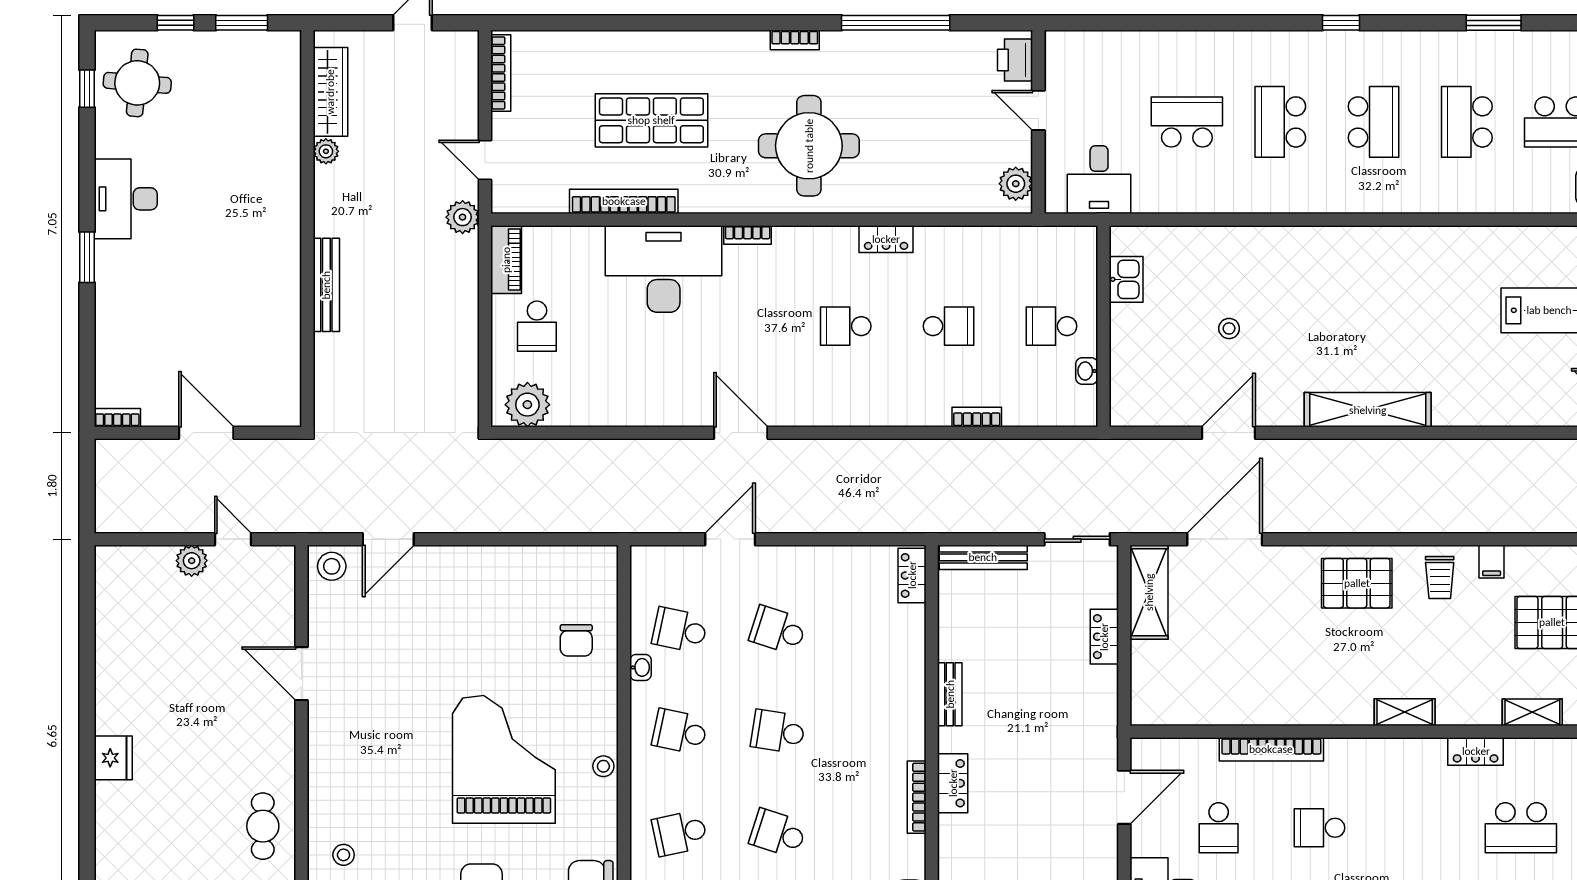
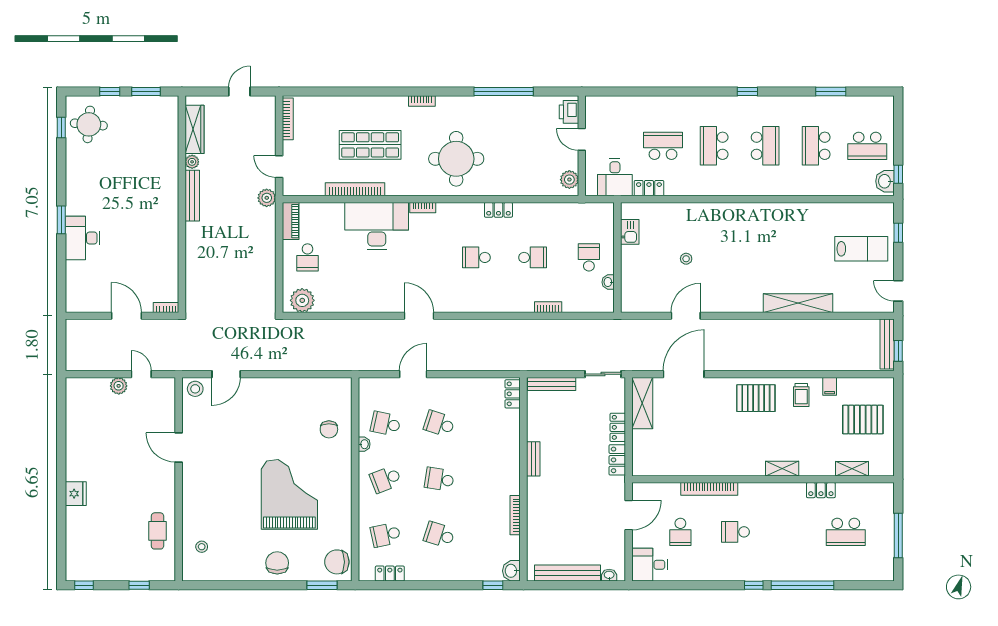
bookcase: (795, 40) -> (422, 101), moved
desk: (126, 199) -> (83, 238), moved
locker: (1161, 199) -> (649, 188), added
bench: (326, 285) -> (192, 196), moved
school desk: (1051, 326) -> (589, 257), turned 90
shelving: (1368, 410) -> (798, 303), moved
bookcase: (117, 418) -> (166, 307), moved
school desk: (680, 732) -> (386, 479), turned -33
stool: (603, 766) -> (344, 498), removed
locker: (953, 783) -> (617, 460), moved, turned 180

